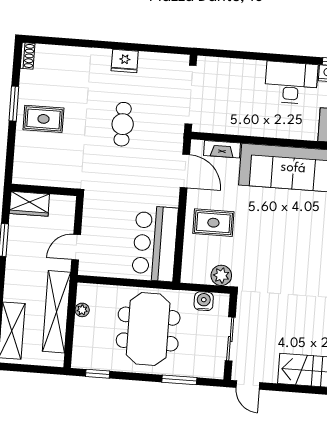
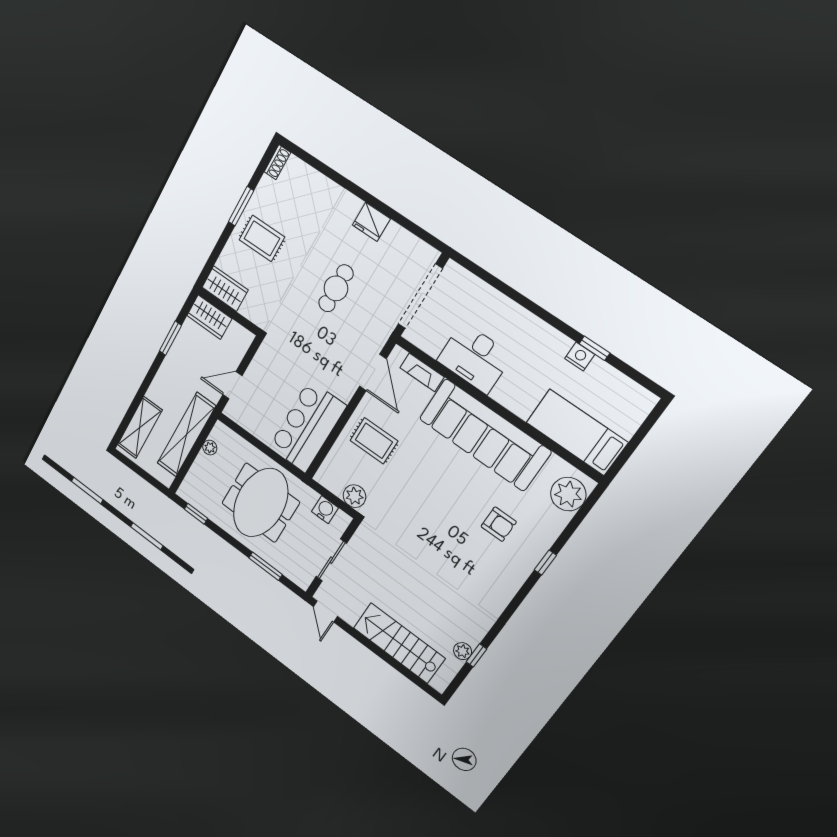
desk: (291, 83) -> (475, 358), moved, turned 180
wardrobe: (32, 174) -> (225, 289), added

